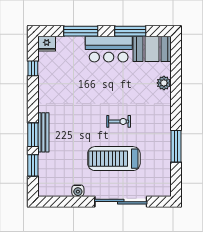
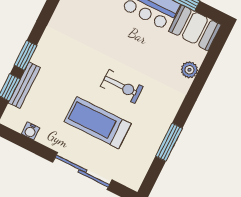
exercise bike: (119, 121) -> (122, 86), width x1.38, depth x1.39
bench: (43, 132) -> (24, 85), moved
water cooler: (78, 191) -> (31, 131), moved

